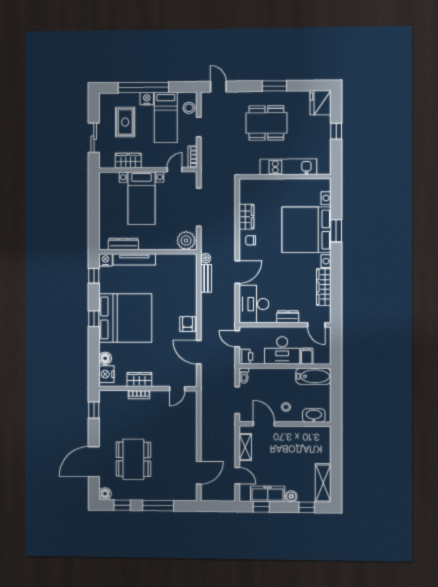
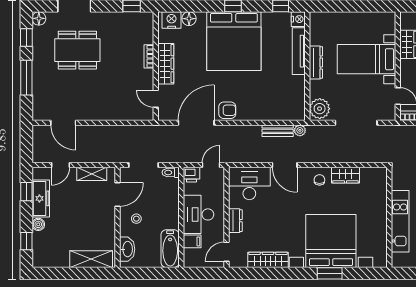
dresser: (123, 244) -> (316, 62), moved
door: (199, 352) -> (196, 123), width x1.36
wardrobe: (139, 379) -> (166, 64), width x1.50
shelving: (323, 483) -> (91, 259), moved

